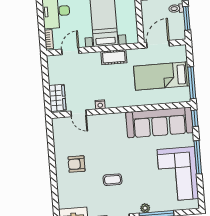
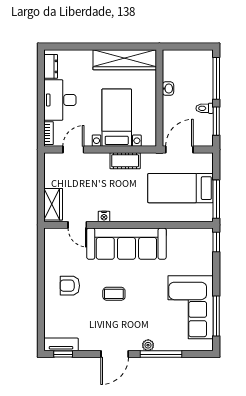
sofa: (159, 122) -> (126, 244), moved
window: (198, 157) -> (216, 316), moved
coffee table: (113, 180) -> (114, 294), moved

